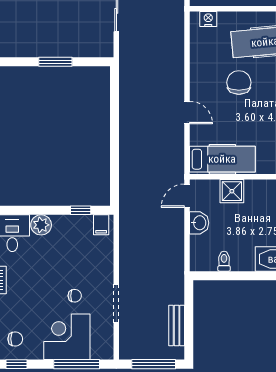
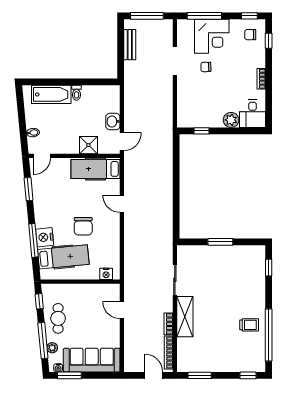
filing cabinet: (101, 225) -> (186, 120), removed
toilet: (224, 261) -> (76, 93), moved

